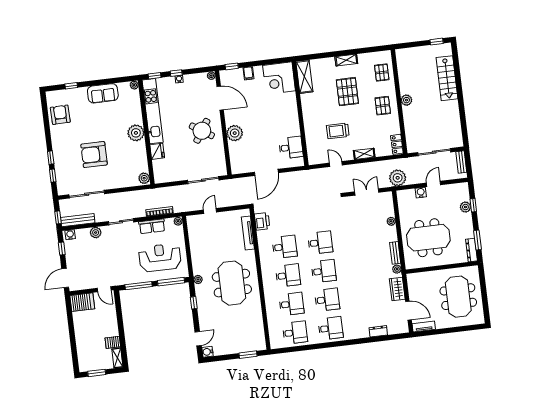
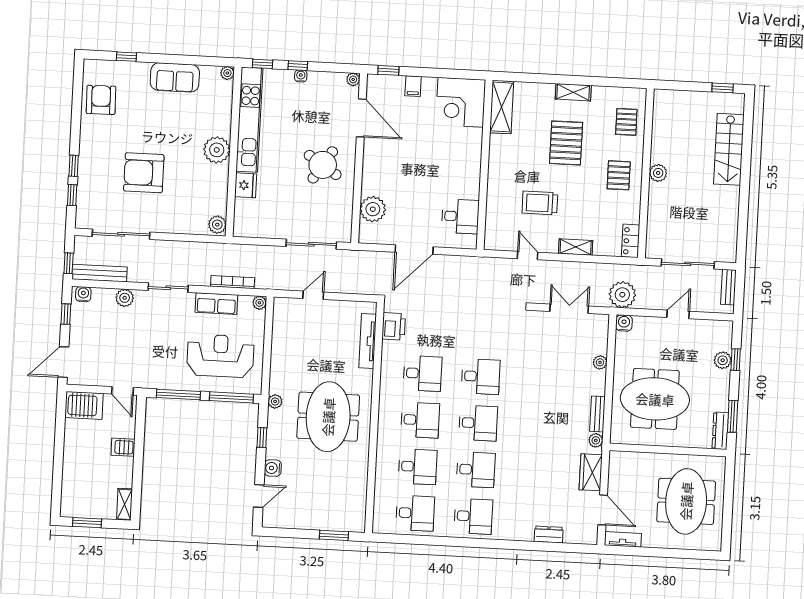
plant: (235, 133) -> (373, 209), moved
water cooler: (421, 193) -> (624, 323), moved
server rack: (113, 342) -> (123, 447), moved
water cooler: (208, 352) -> (273, 468), moved

